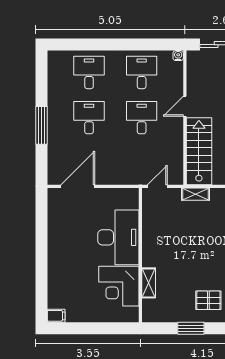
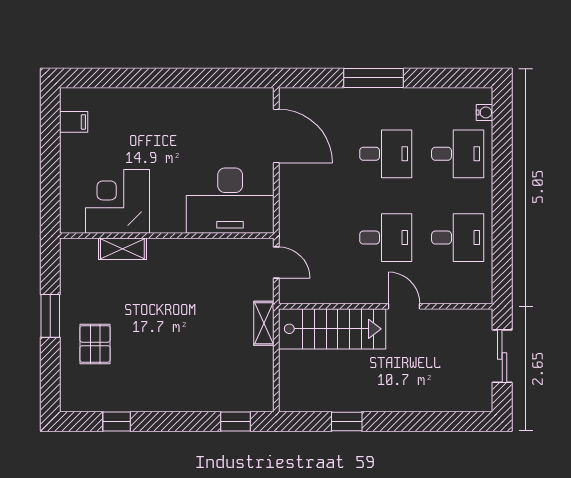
water cooler: (178, 56) -> (485, 112), moved
desk: (118, 237) -> (230, 201), moved
filing cabinet: (56, 316) -> (74, 122), moved, turned -90

